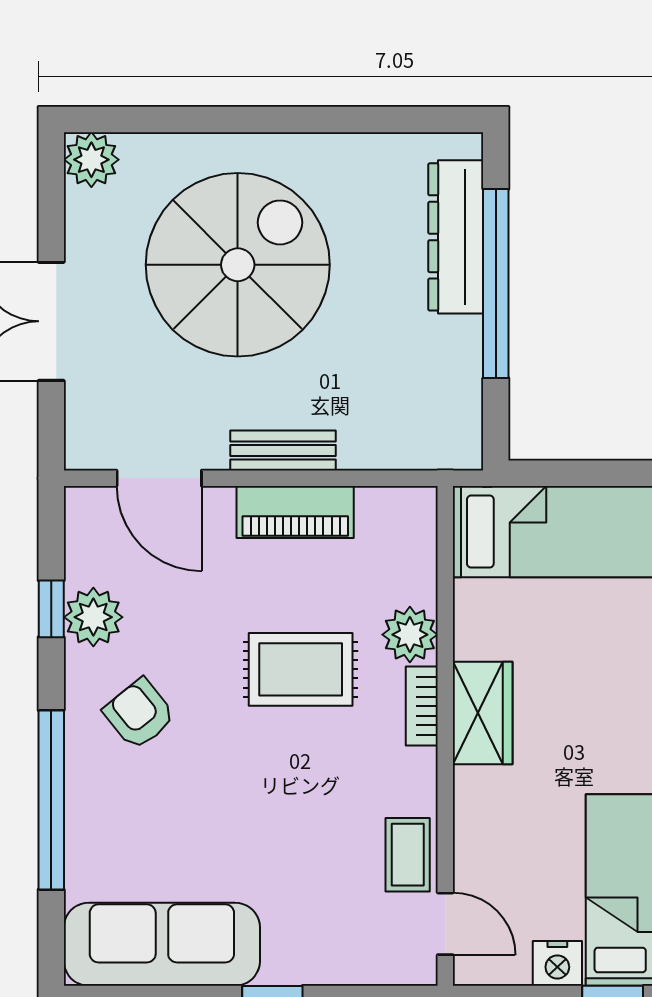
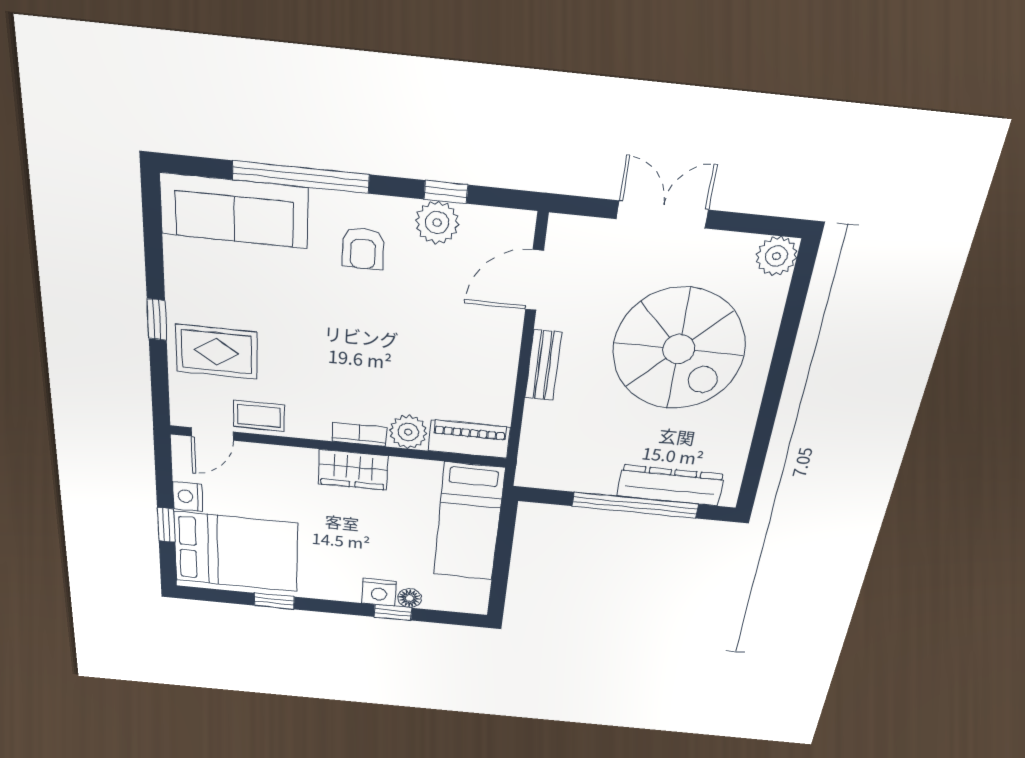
piano: (295, 512) -> (469, 439), moved, turned 90
rug: (301, 669) -> (217, 352), moved, turned 90
armchair: (139, 714) -> (363, 249), turned 129
sofa: (162, 944) -> (234, 211), moved, turned 90

